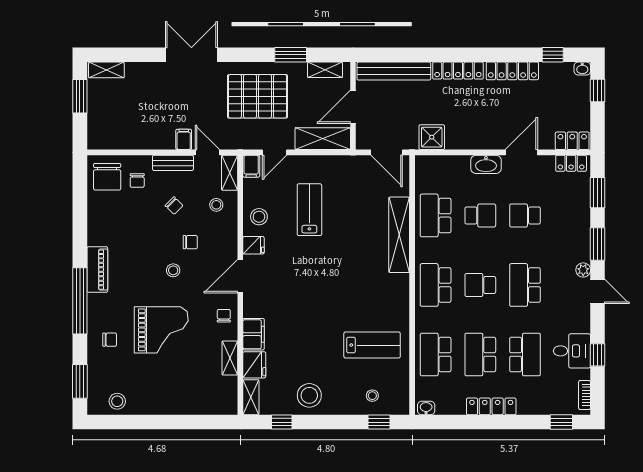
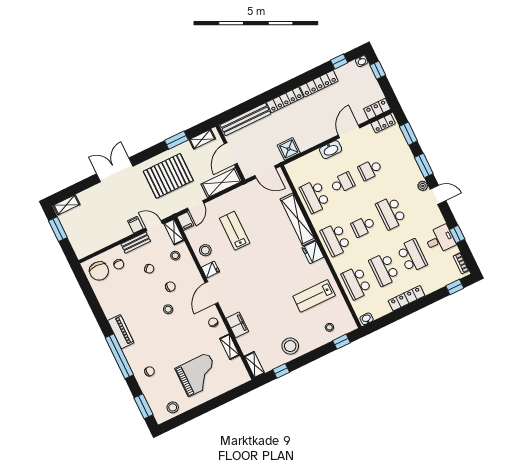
grand piano: (161, 330) -> (198, 375), moved
lab bench: (372, 345) -> (314, 296), turned 180
fridge: (254, 365) -> (313, 252), moved, turned 180

